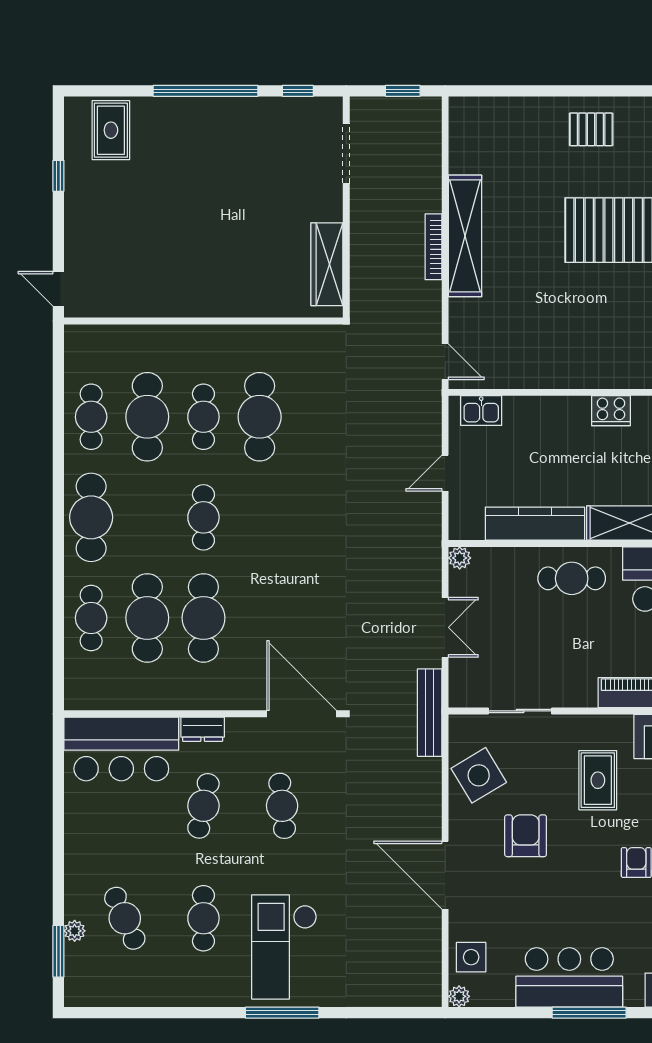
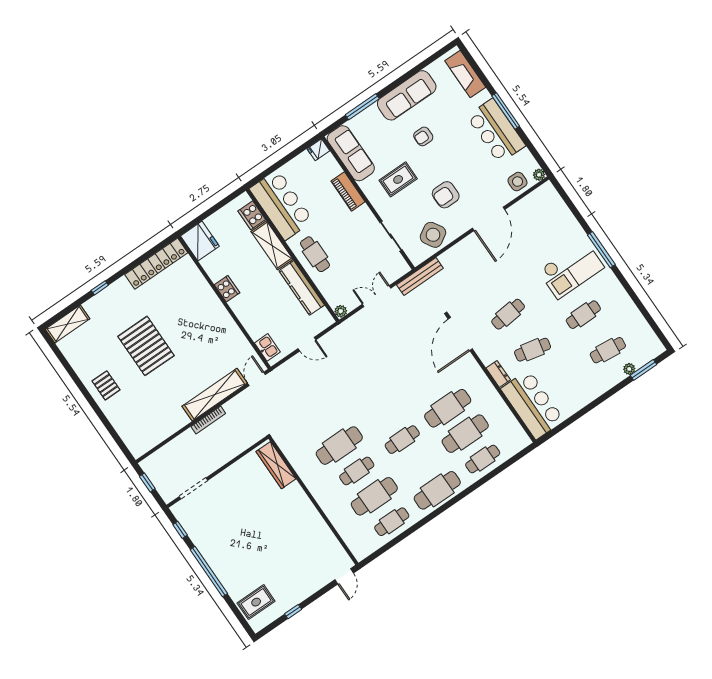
shelving: (465, 236) -> (215, 395), moved
wardrobe: (327, 264) -> (276, 465), moved, turned 90
cafe table: (125, 918) -> (608, 350), turned 30

